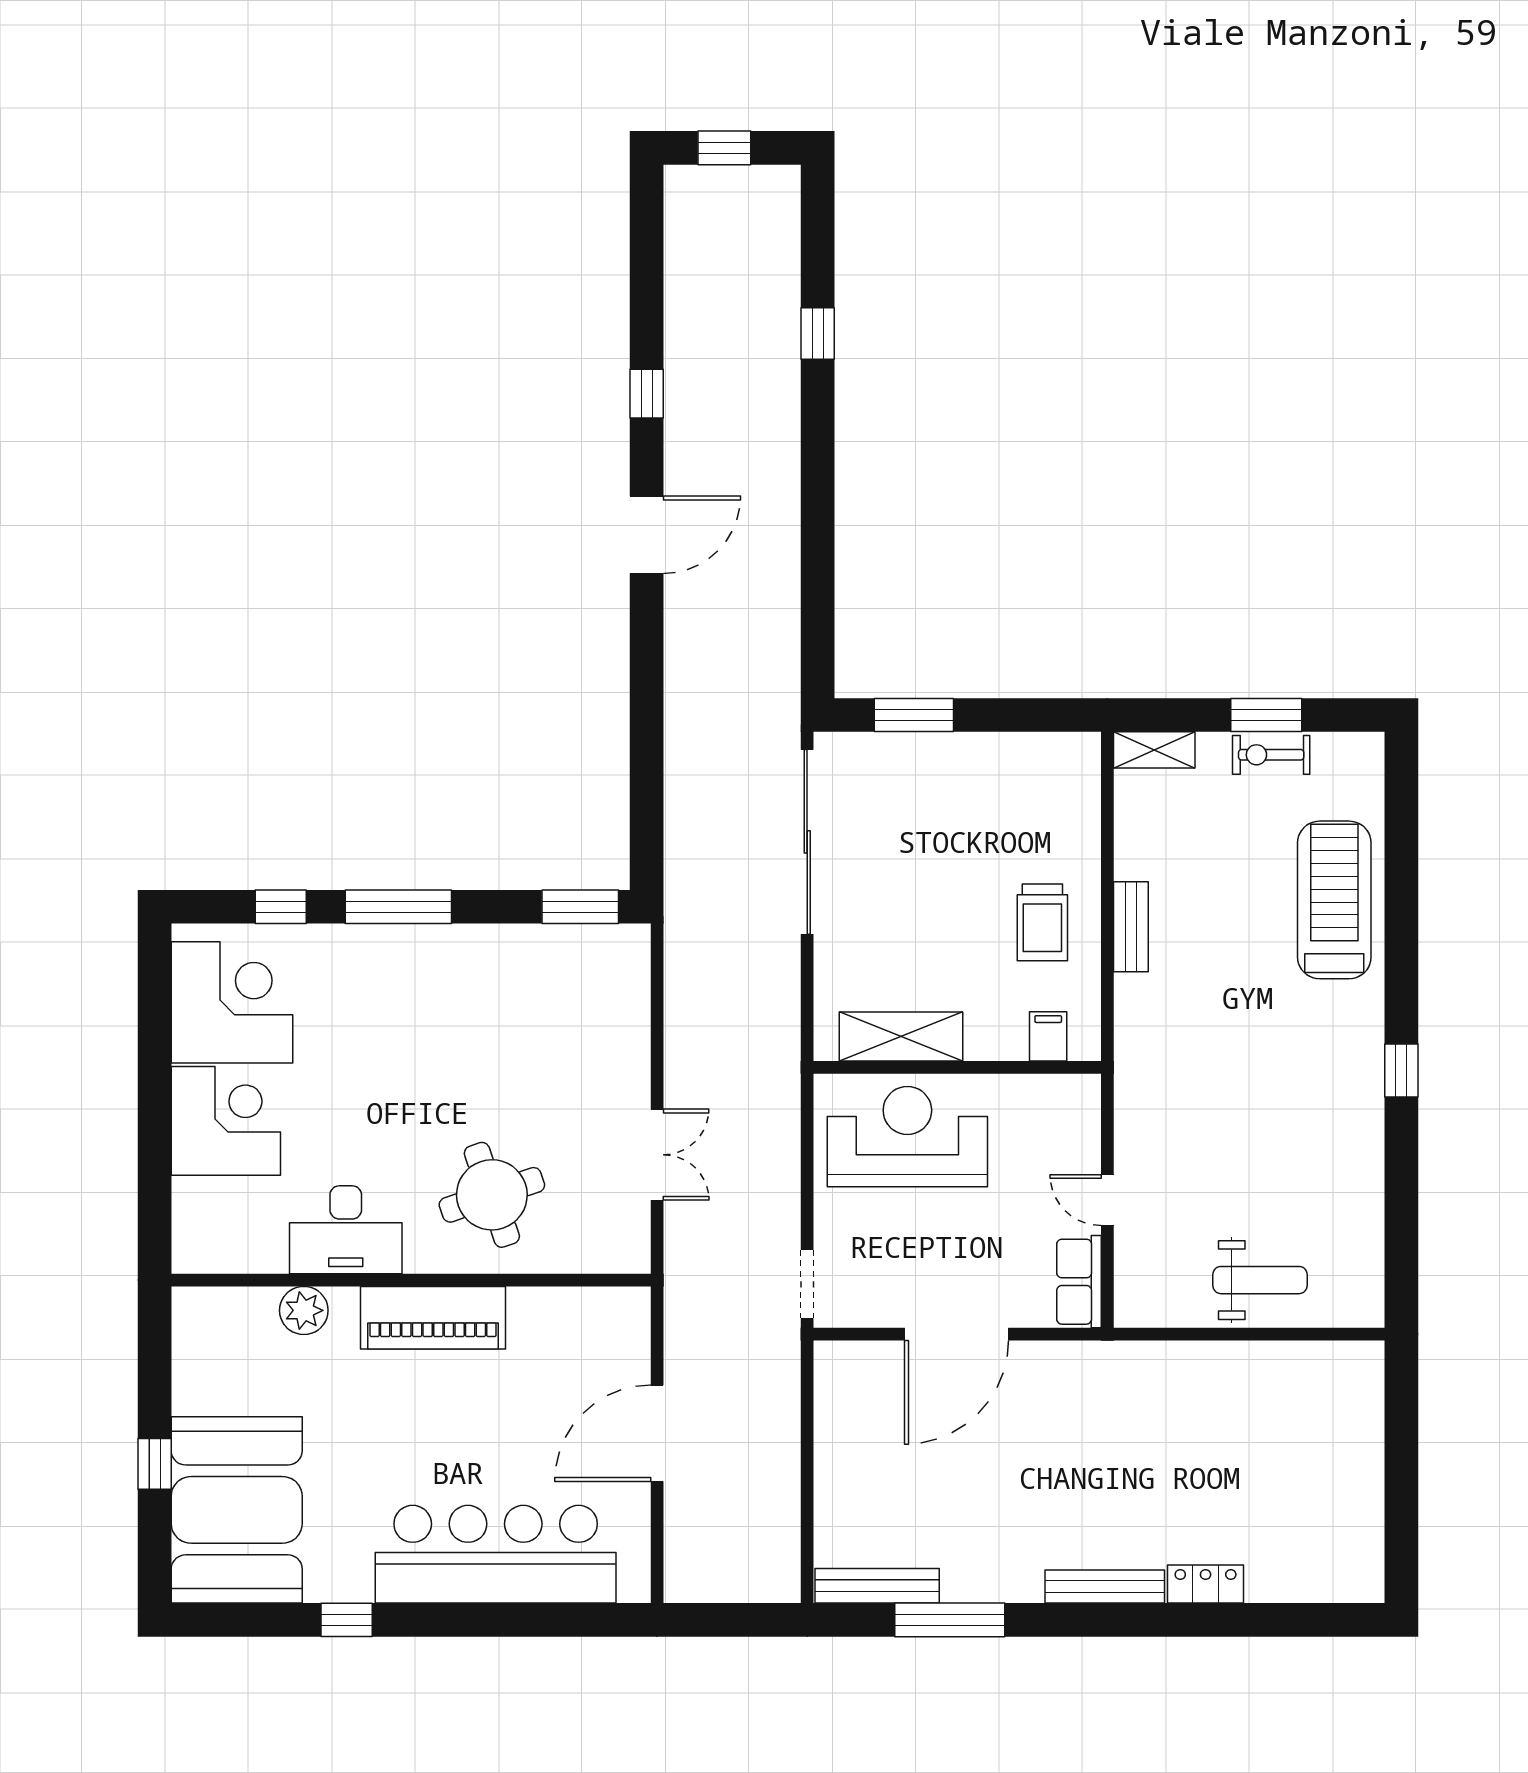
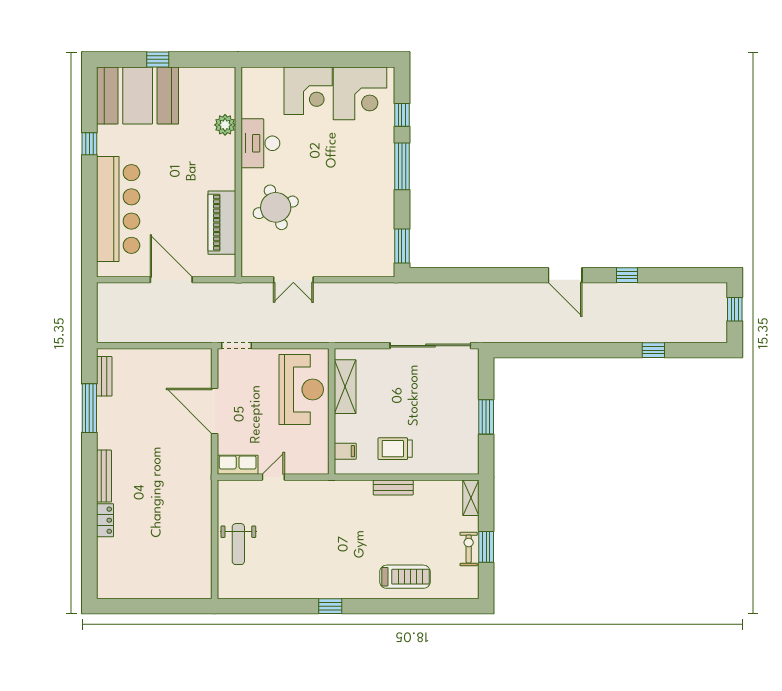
window: (914, 715) -> (486, 417), moved
treadmill: (1334, 900) -> (405, 577), width x0.73, depth x0.73
piano: (433, 1318) -> (222, 223), moved
bench: (877, 1586) -> (104, 376), width x0.73

